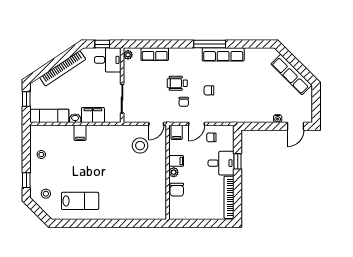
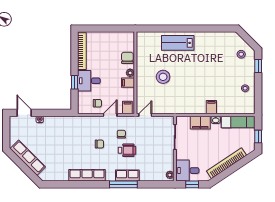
window: (210, 44) -> (123, 184), moved
row of seats: (155, 54) -> (127, 175), moved
door: (296, 126) -> (24, 113), hinge flipped
stool: (140, 146) -> (163, 77), moved
lab bench: (80, 201) -> (178, 43), moved

